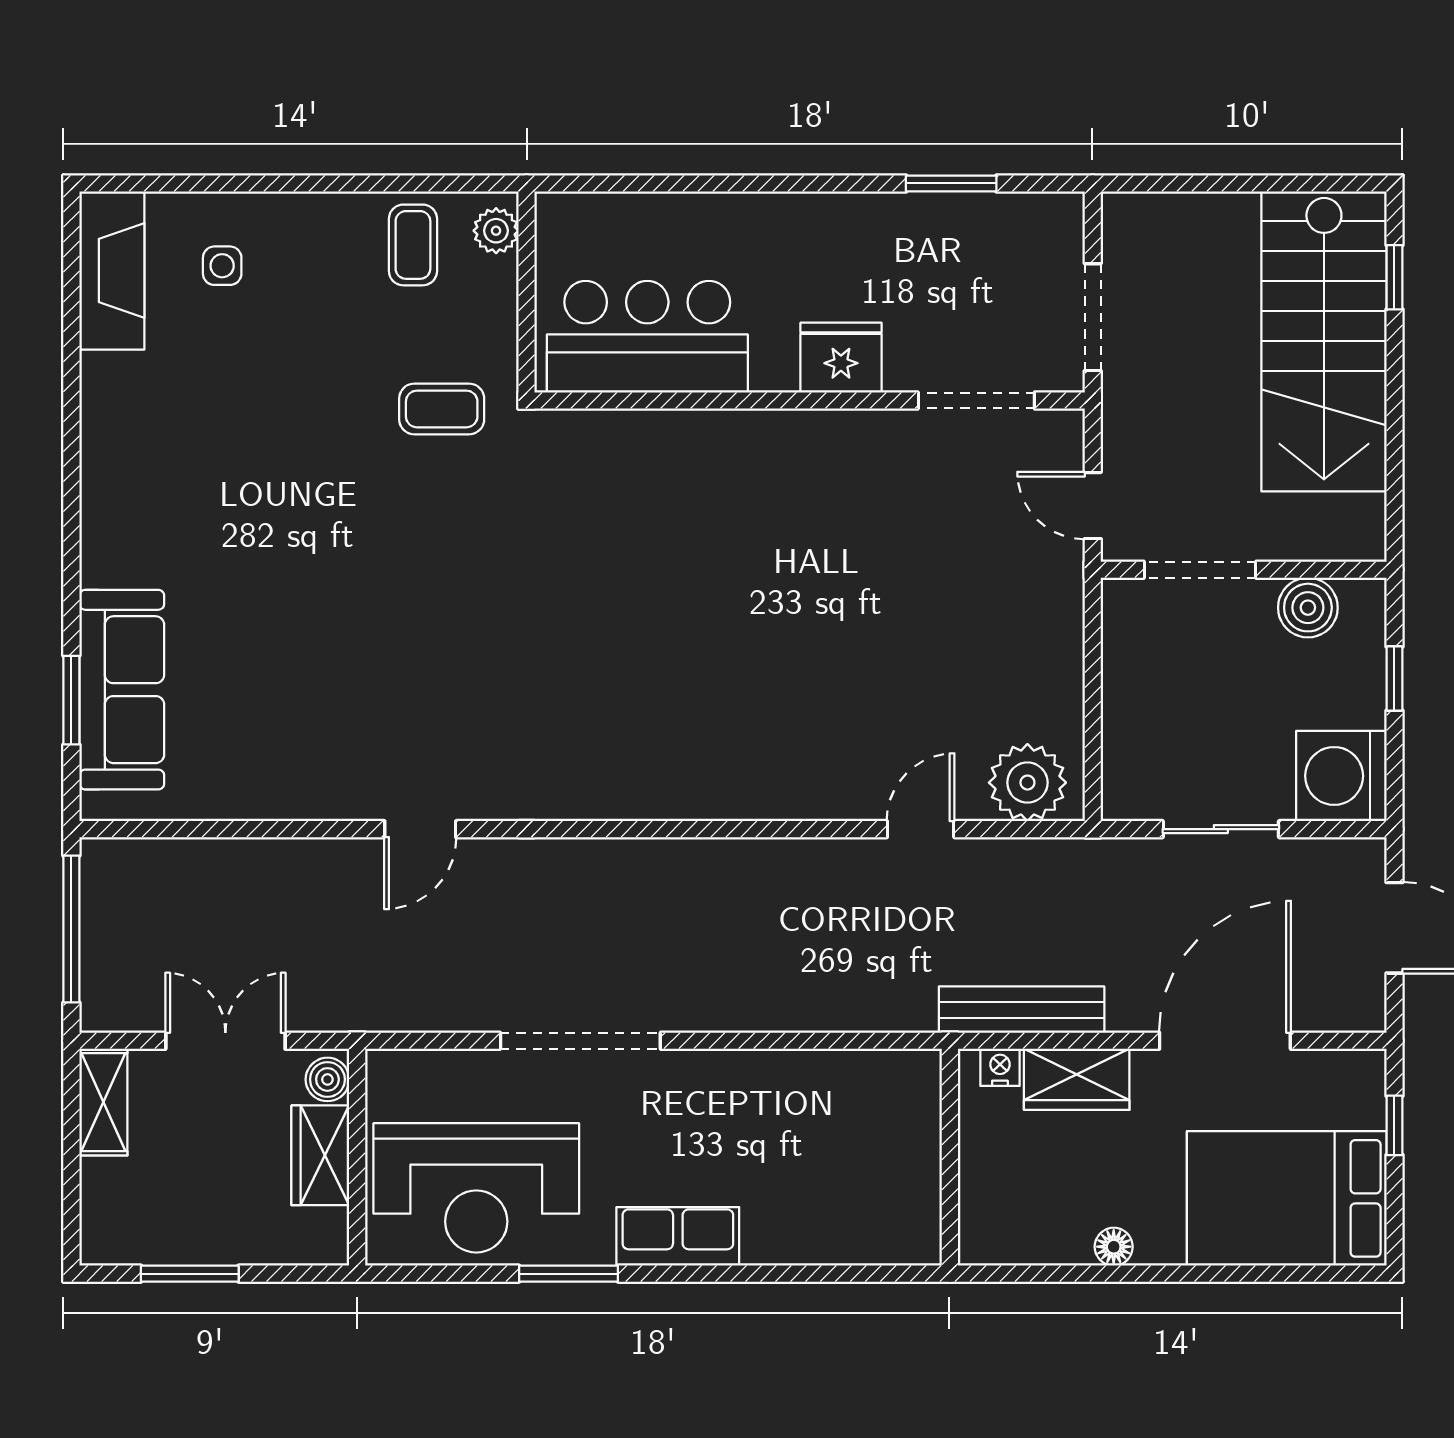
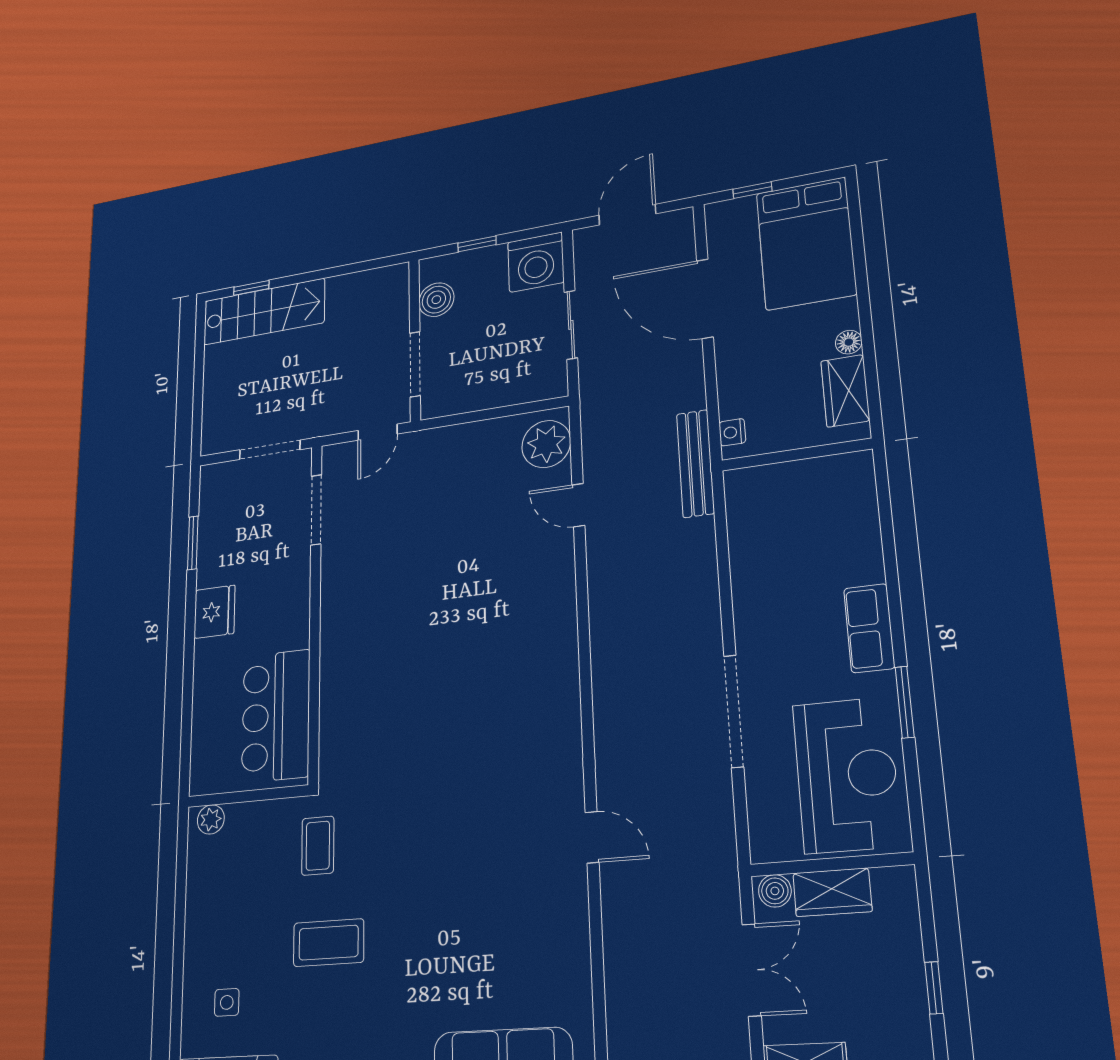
coffee table: (413, 245) -> (329, 943), moved, width x1.36, depth x1.30
stairs: (1324, 341) -> (264, 312), width x0.73, depth x0.66
fridge: (841, 358) -> (214, 612), moved, turned 180
bench: (1022, 1010) -> (695, 463), moved
double door: (225, 1041) -> (752, 970), swing flipped
wardrobe: (1077, 1079) -> (845, 391), moved, turned 180
window: (190, 1274) -> (934, 988), width x0.67

